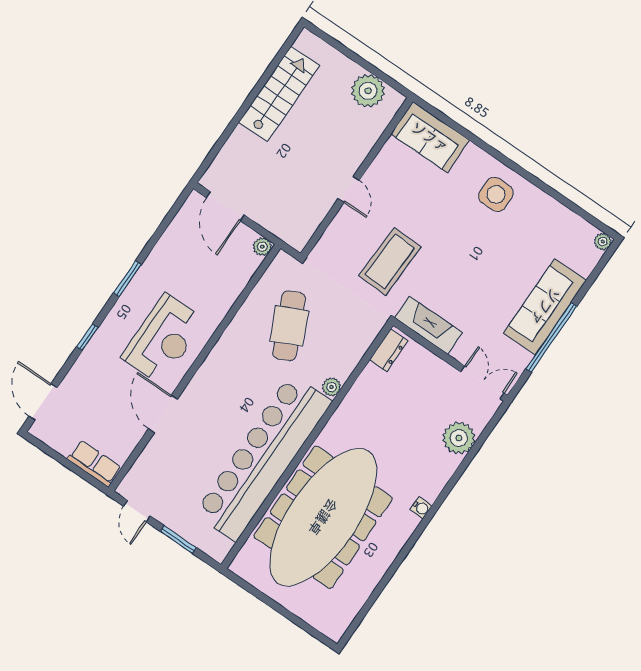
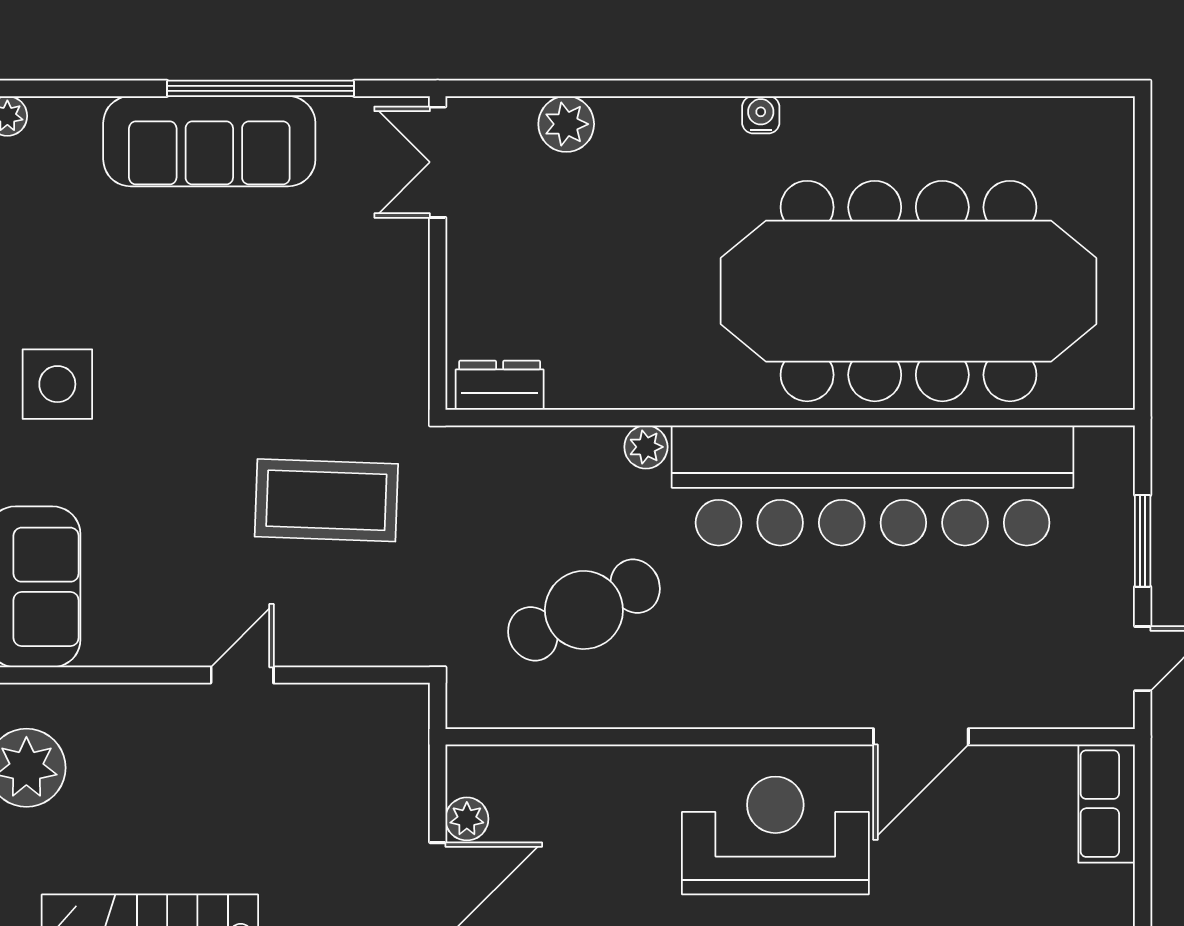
plant: (262, 247) -> (467, 819), moved
fireplace: (428, 325) -> (399, 342), removed
plant: (459, 438) -> (566, 124), width x0.73, depth x0.73

